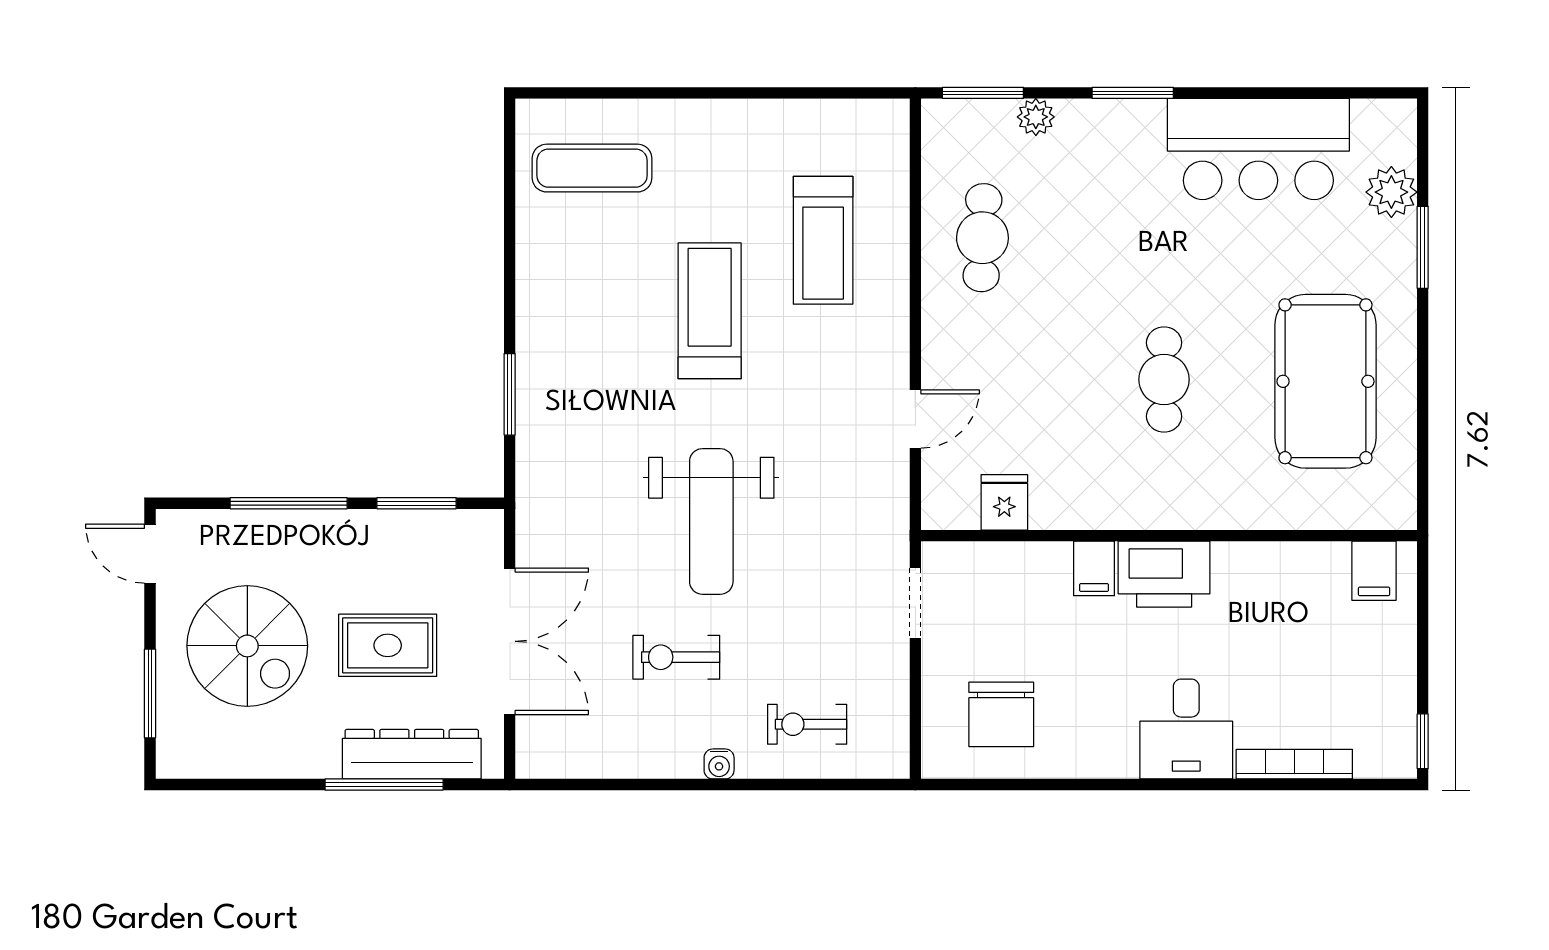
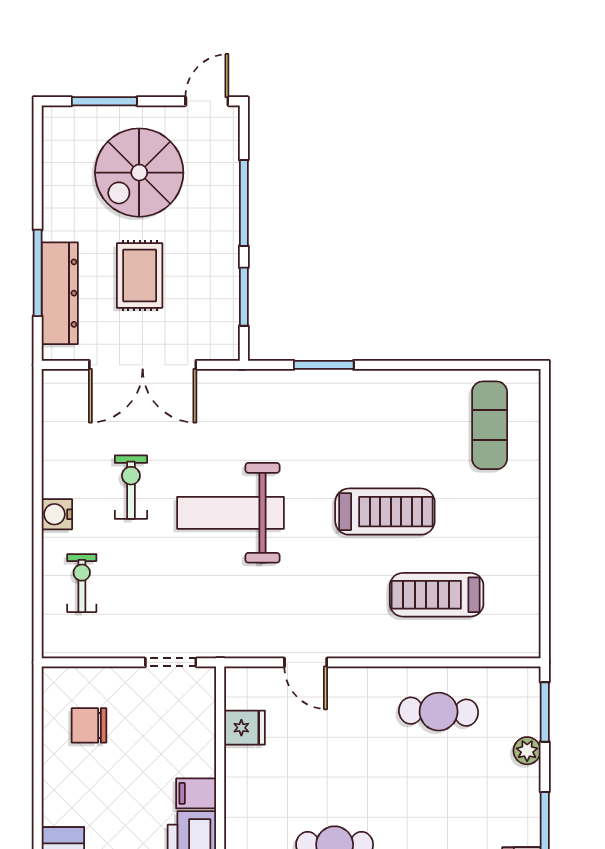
chair: (1001, 714) -> (89, 725), width x0.73, depth x0.73
water cooler: (719, 764) -> (57, 514), width x1.38, depth x1.38

